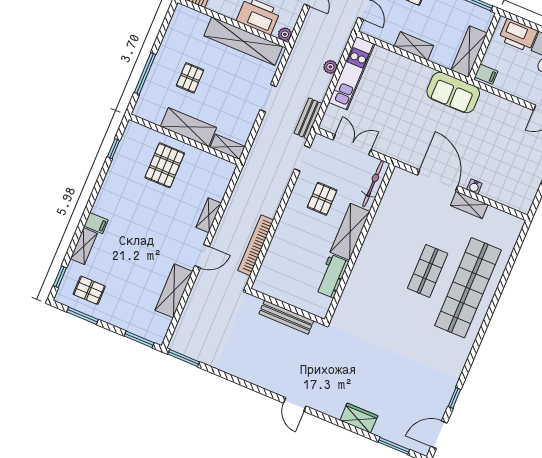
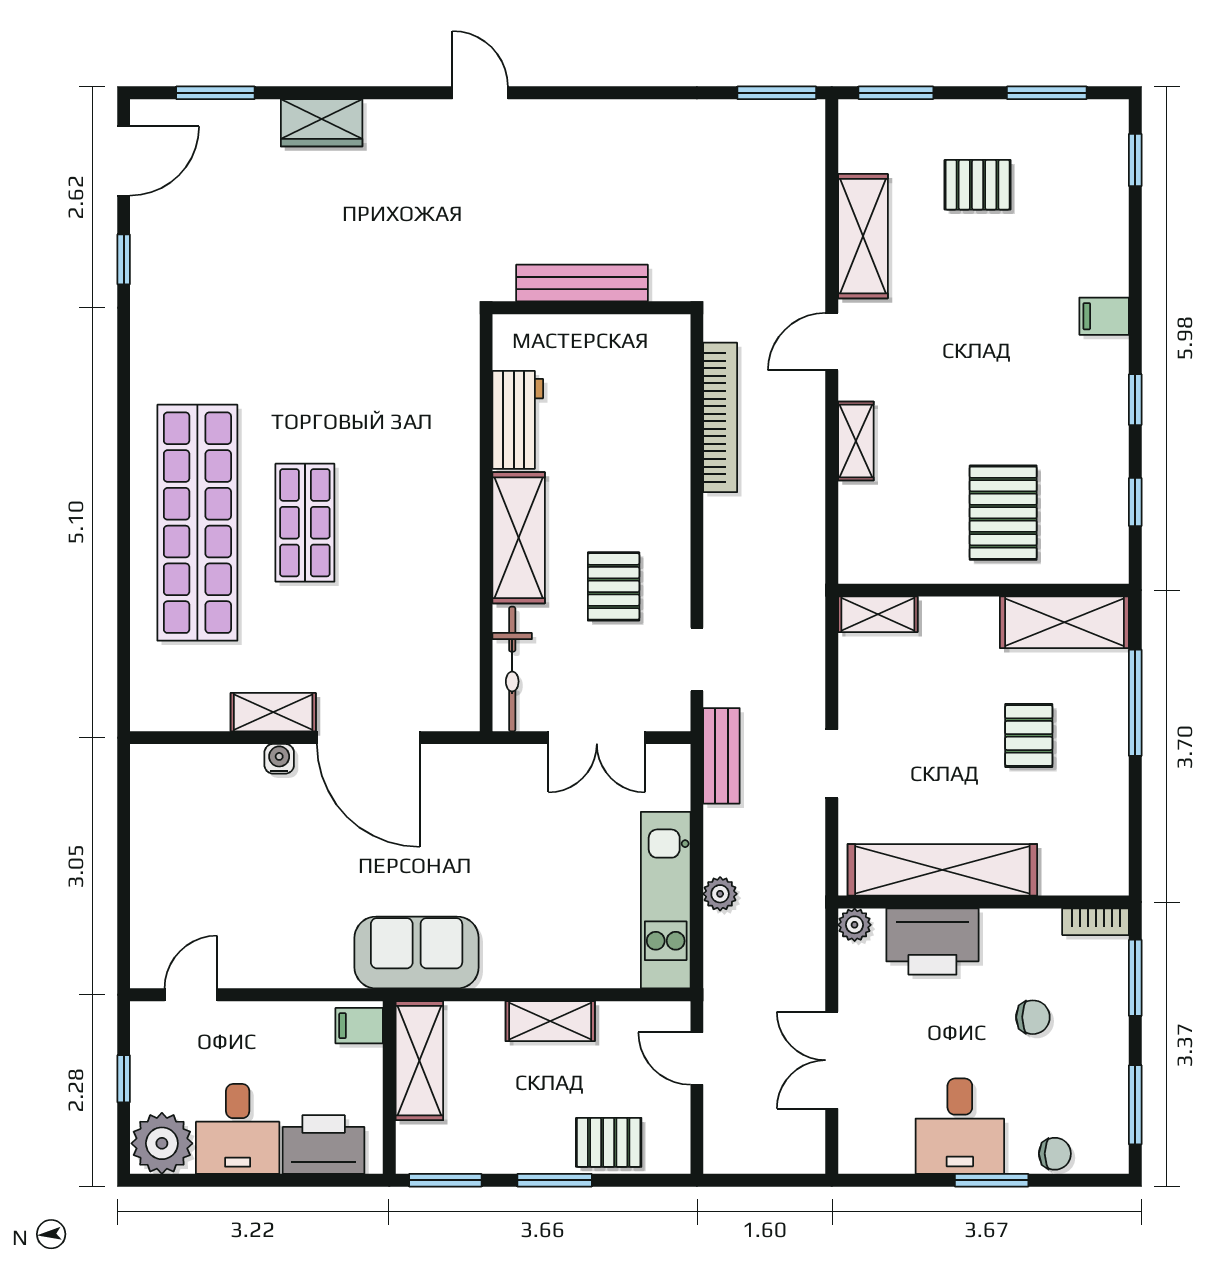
shelving: (188, 127) -> (1064, 622), moved
window: (97, 187) -> (1135, 400), added
shelving: (84, 246) -> (1110, 252), removed
pallet: (89, 290) -> (978, 185), moved

